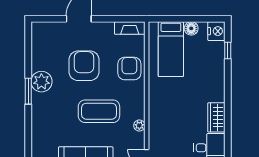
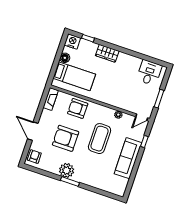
armchair: (46, 32) -> (34, 157), added
wardrobe: (216, 117) -> (107, 53), moved

